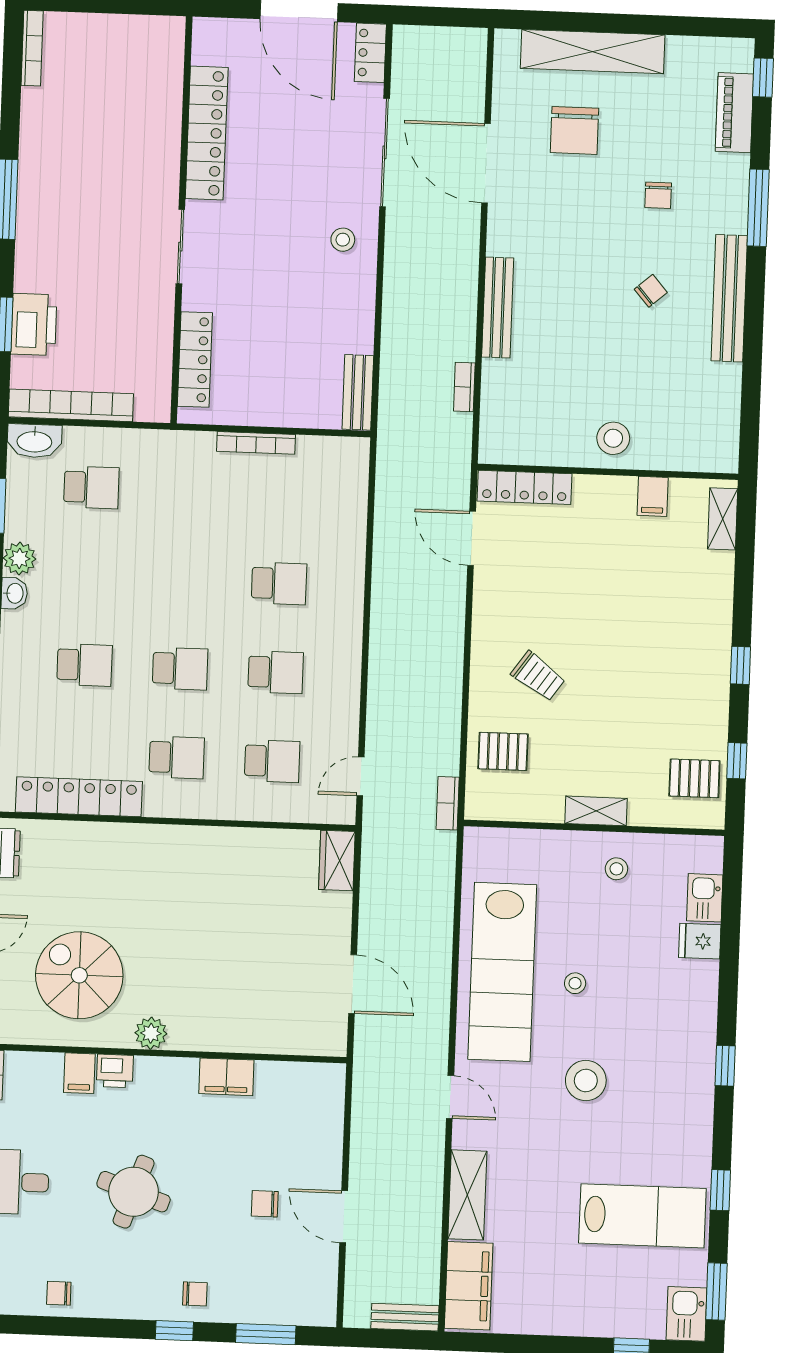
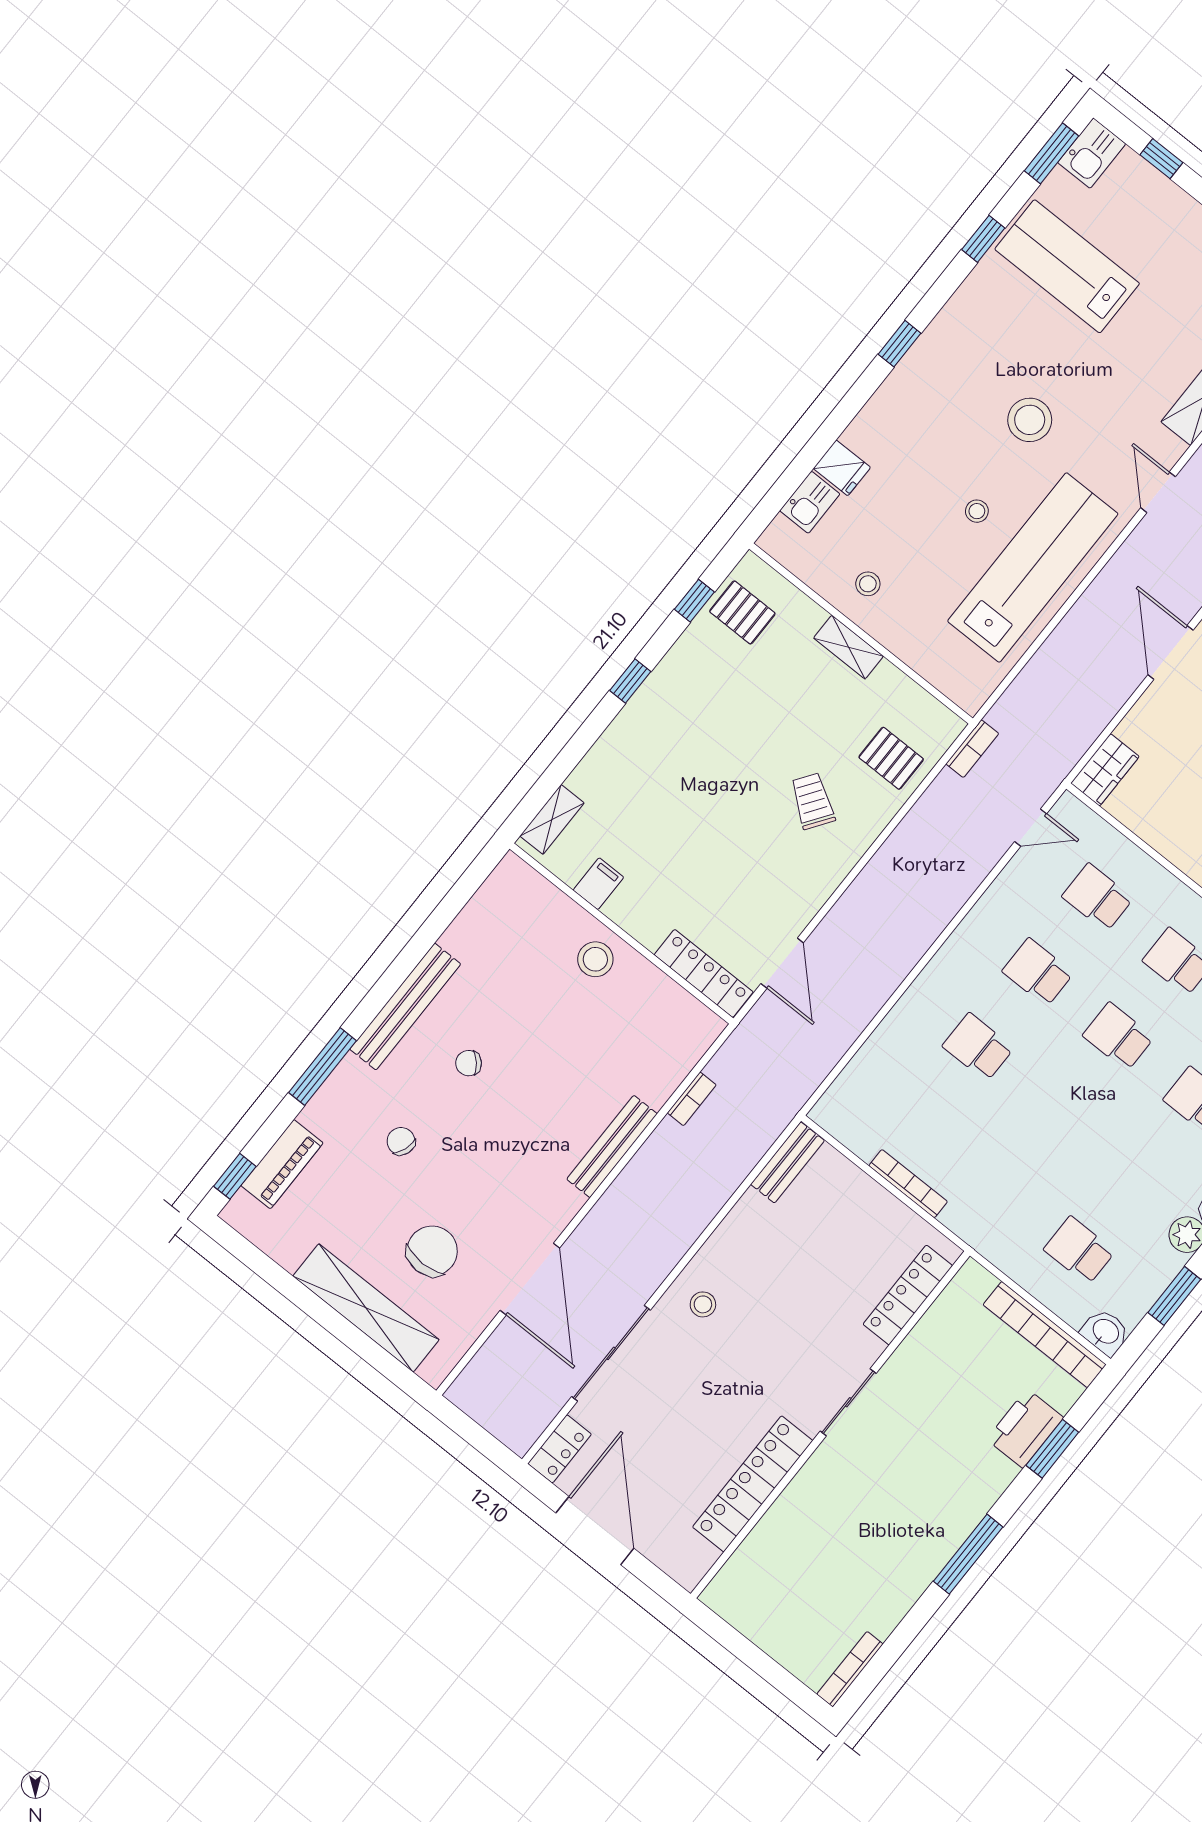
chair: (658, 195) -> (401, 1141), turned -71
washbasin: (34, 441) -> (1105, 1332), width x0.72

